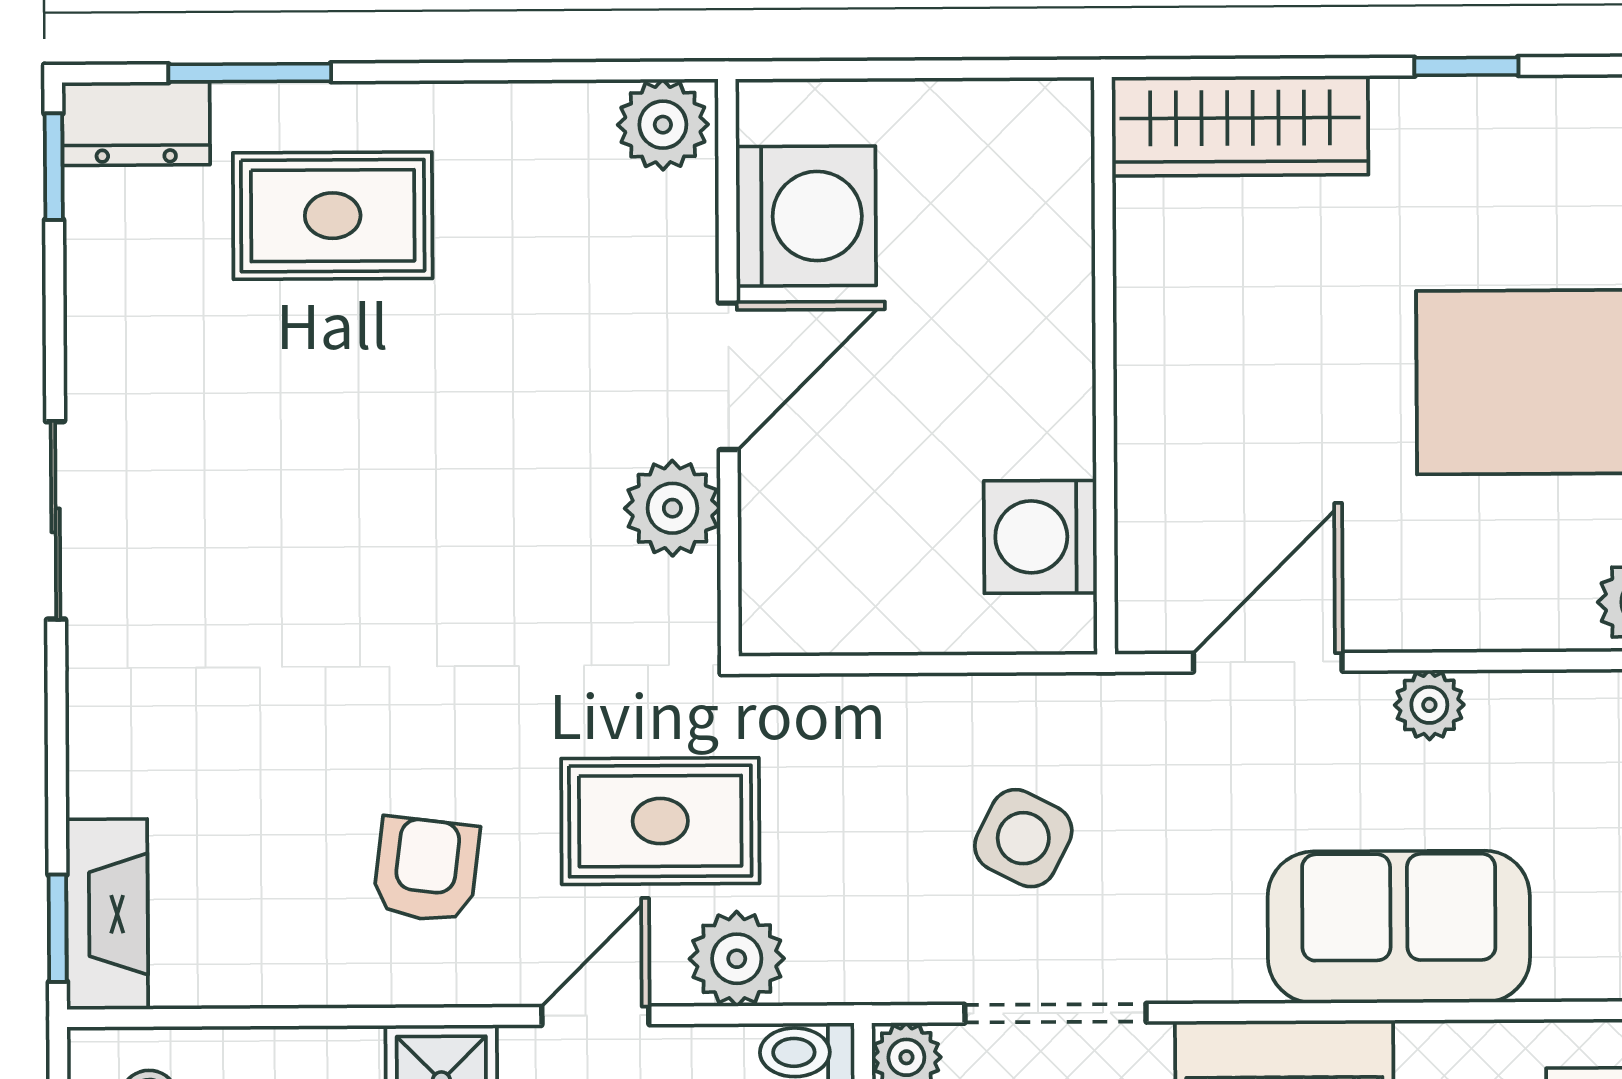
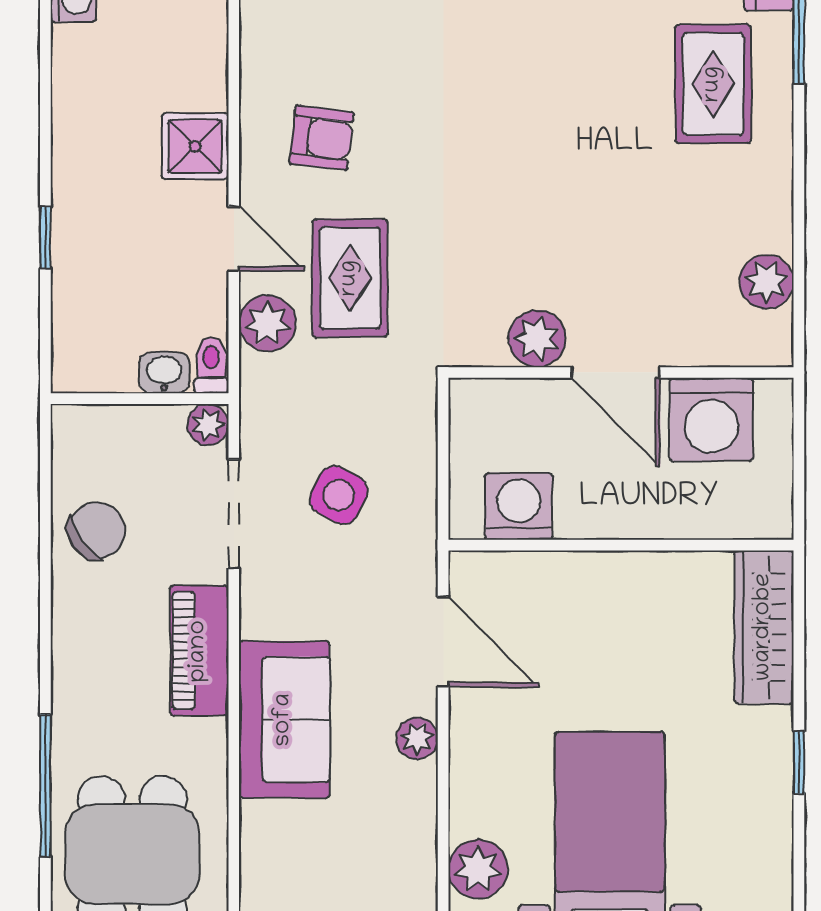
washing machine: (806, 216) -> (711, 419), moved
wall: (728, 368) -> (621, 372), moved
door: (728, 376) -> (616, 372), moved
plant: (672, 508) -> (537, 339), moved

